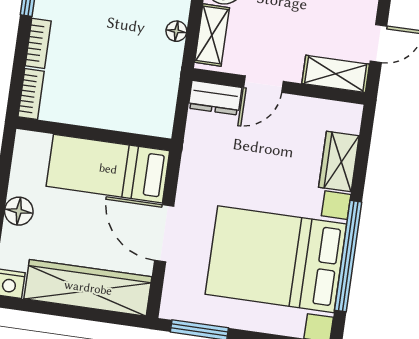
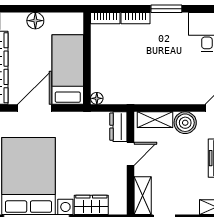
floor lamp: (176, 31) -> (97, 98), moved
door: (263, 84) -> (130, 154), swing flipped

